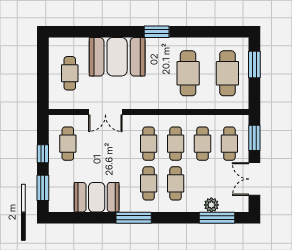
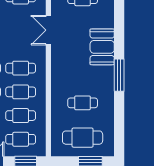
window: (157, 32) -> (119, 75), width x1.44
booth: (117, 57) -> (102, 47), width x0.73, depth x0.70
cafe table: (188, 73) -> (83, 103), width x0.73, depth x0.74

